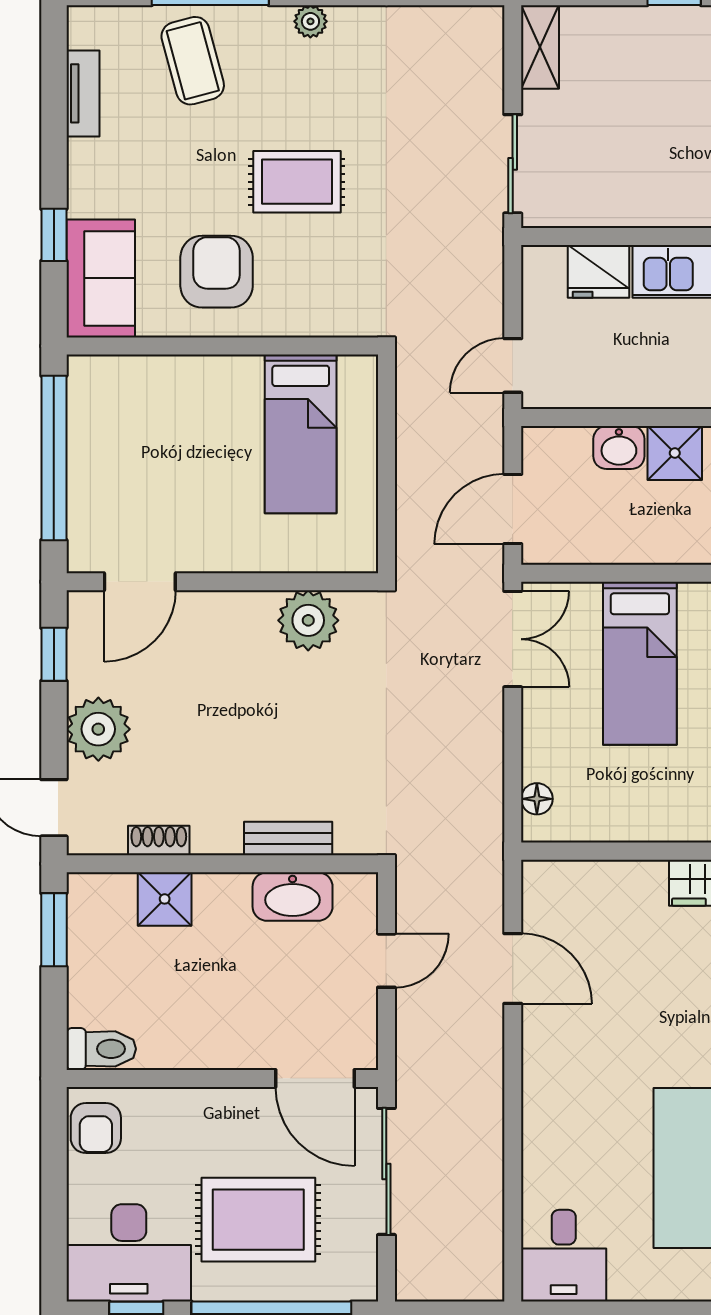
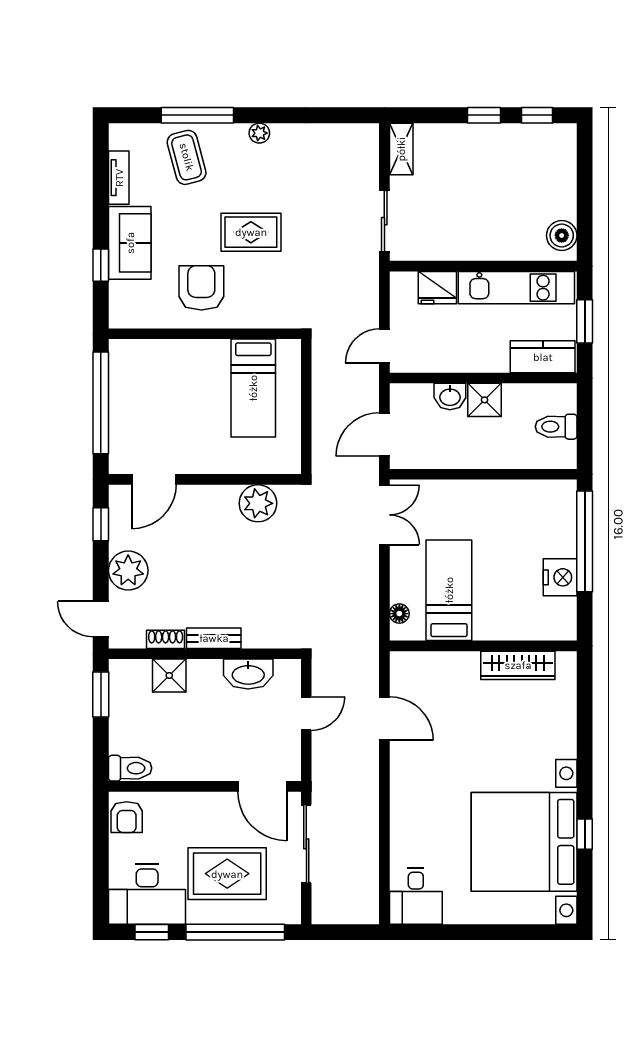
sofa: (101, 278) -> (130, 243), moved
bed: (640, 663) -> (449, 590), moved, turned 180
bench: (288, 839) -> (214, 638), moved

